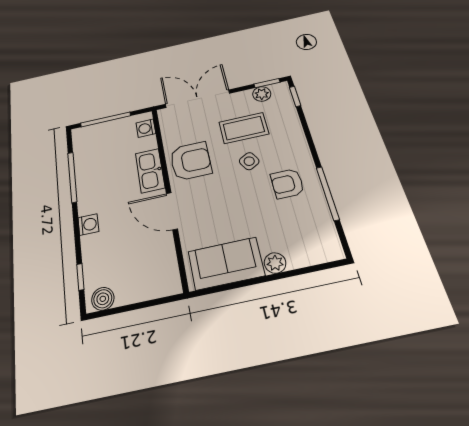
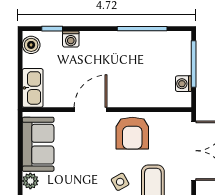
washing machine: (146, 128) -> (183, 84), moved, turned -90
kitchen sink: (150, 171) -> (33, 88), moved, turned 90
washing machine: (88, 225) -> (71, 39), moved

